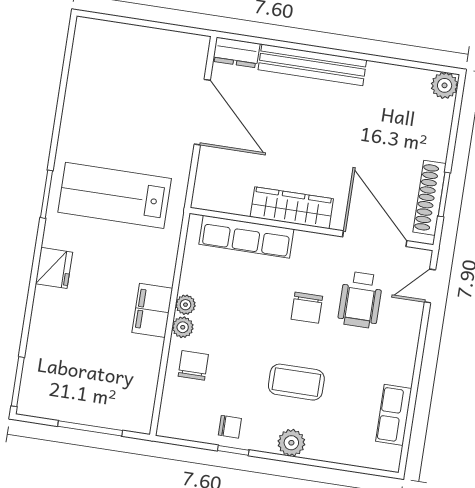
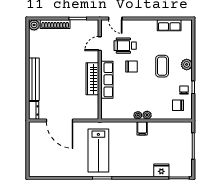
door: (202, 112) -> (60, 120), swing flipped
shoe rack: (430, 198) -> (55, 24), moved
row of seats: (246, 237) -> (107, 80), moved
door: (375, 239) -> (100, 44), width x0.53
fridge: (54, 268) -> (161, 170), moved
wheelchair: (360, 300) -> (125, 46), turned 180
filing cabinet: (152, 310) -> (142, 128), width x0.50
chair: (193, 365) -> (178, 105), moved

